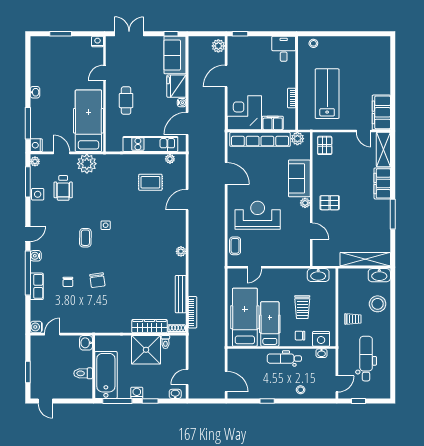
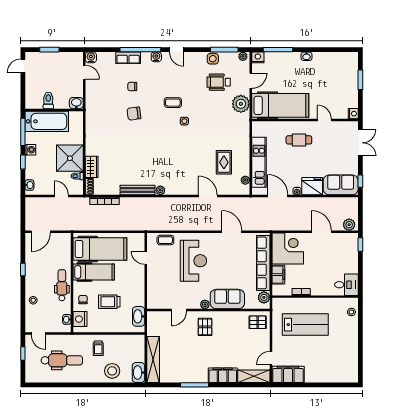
door: (226, 173) -> (232, 232), swing flipped
bench: (181, 294) -> (137, 190), moved
wardrobe: (150, 326) -> (92, 167), width x0.67
door: (187, 377) -> (61, 196), moved

